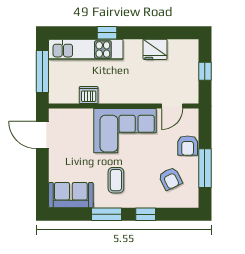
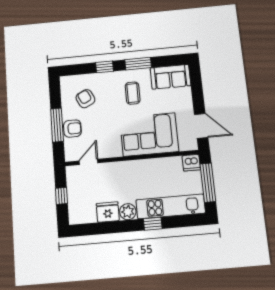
plant: (133, 48) -> (128, 212), added
dishwasher: (89, 95) -> (191, 163), moved
corner sofa: (125, 131) -> (149, 135), moved
armchair: (188, 146) -> (72, 129), turned 90
window: (205, 168) -> (57, 125), moved

